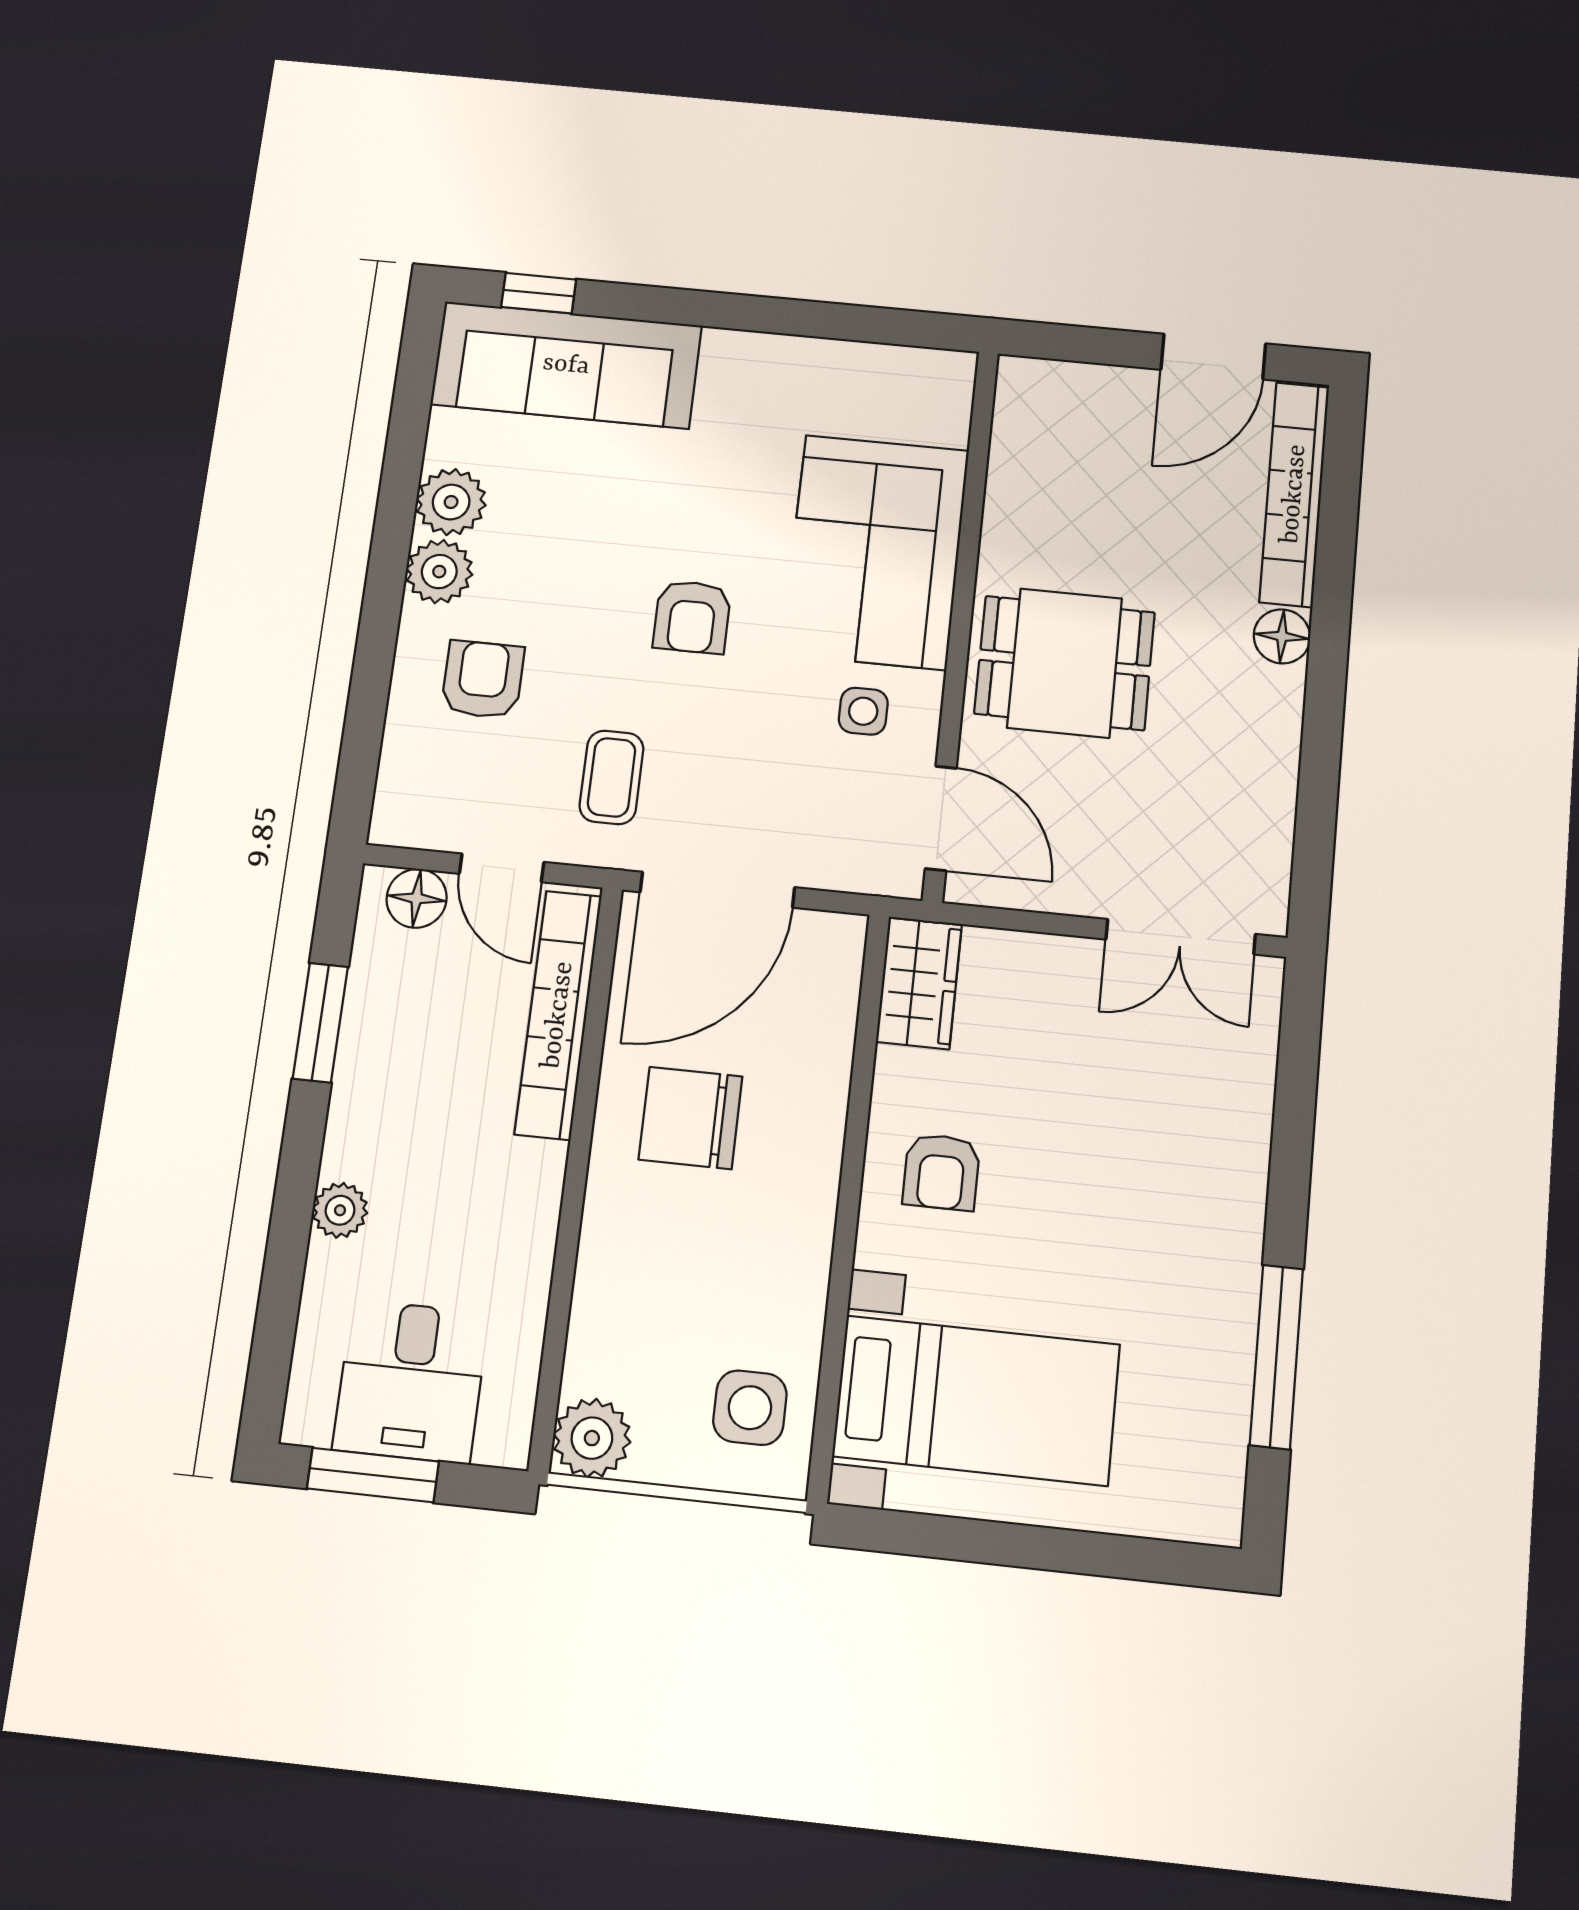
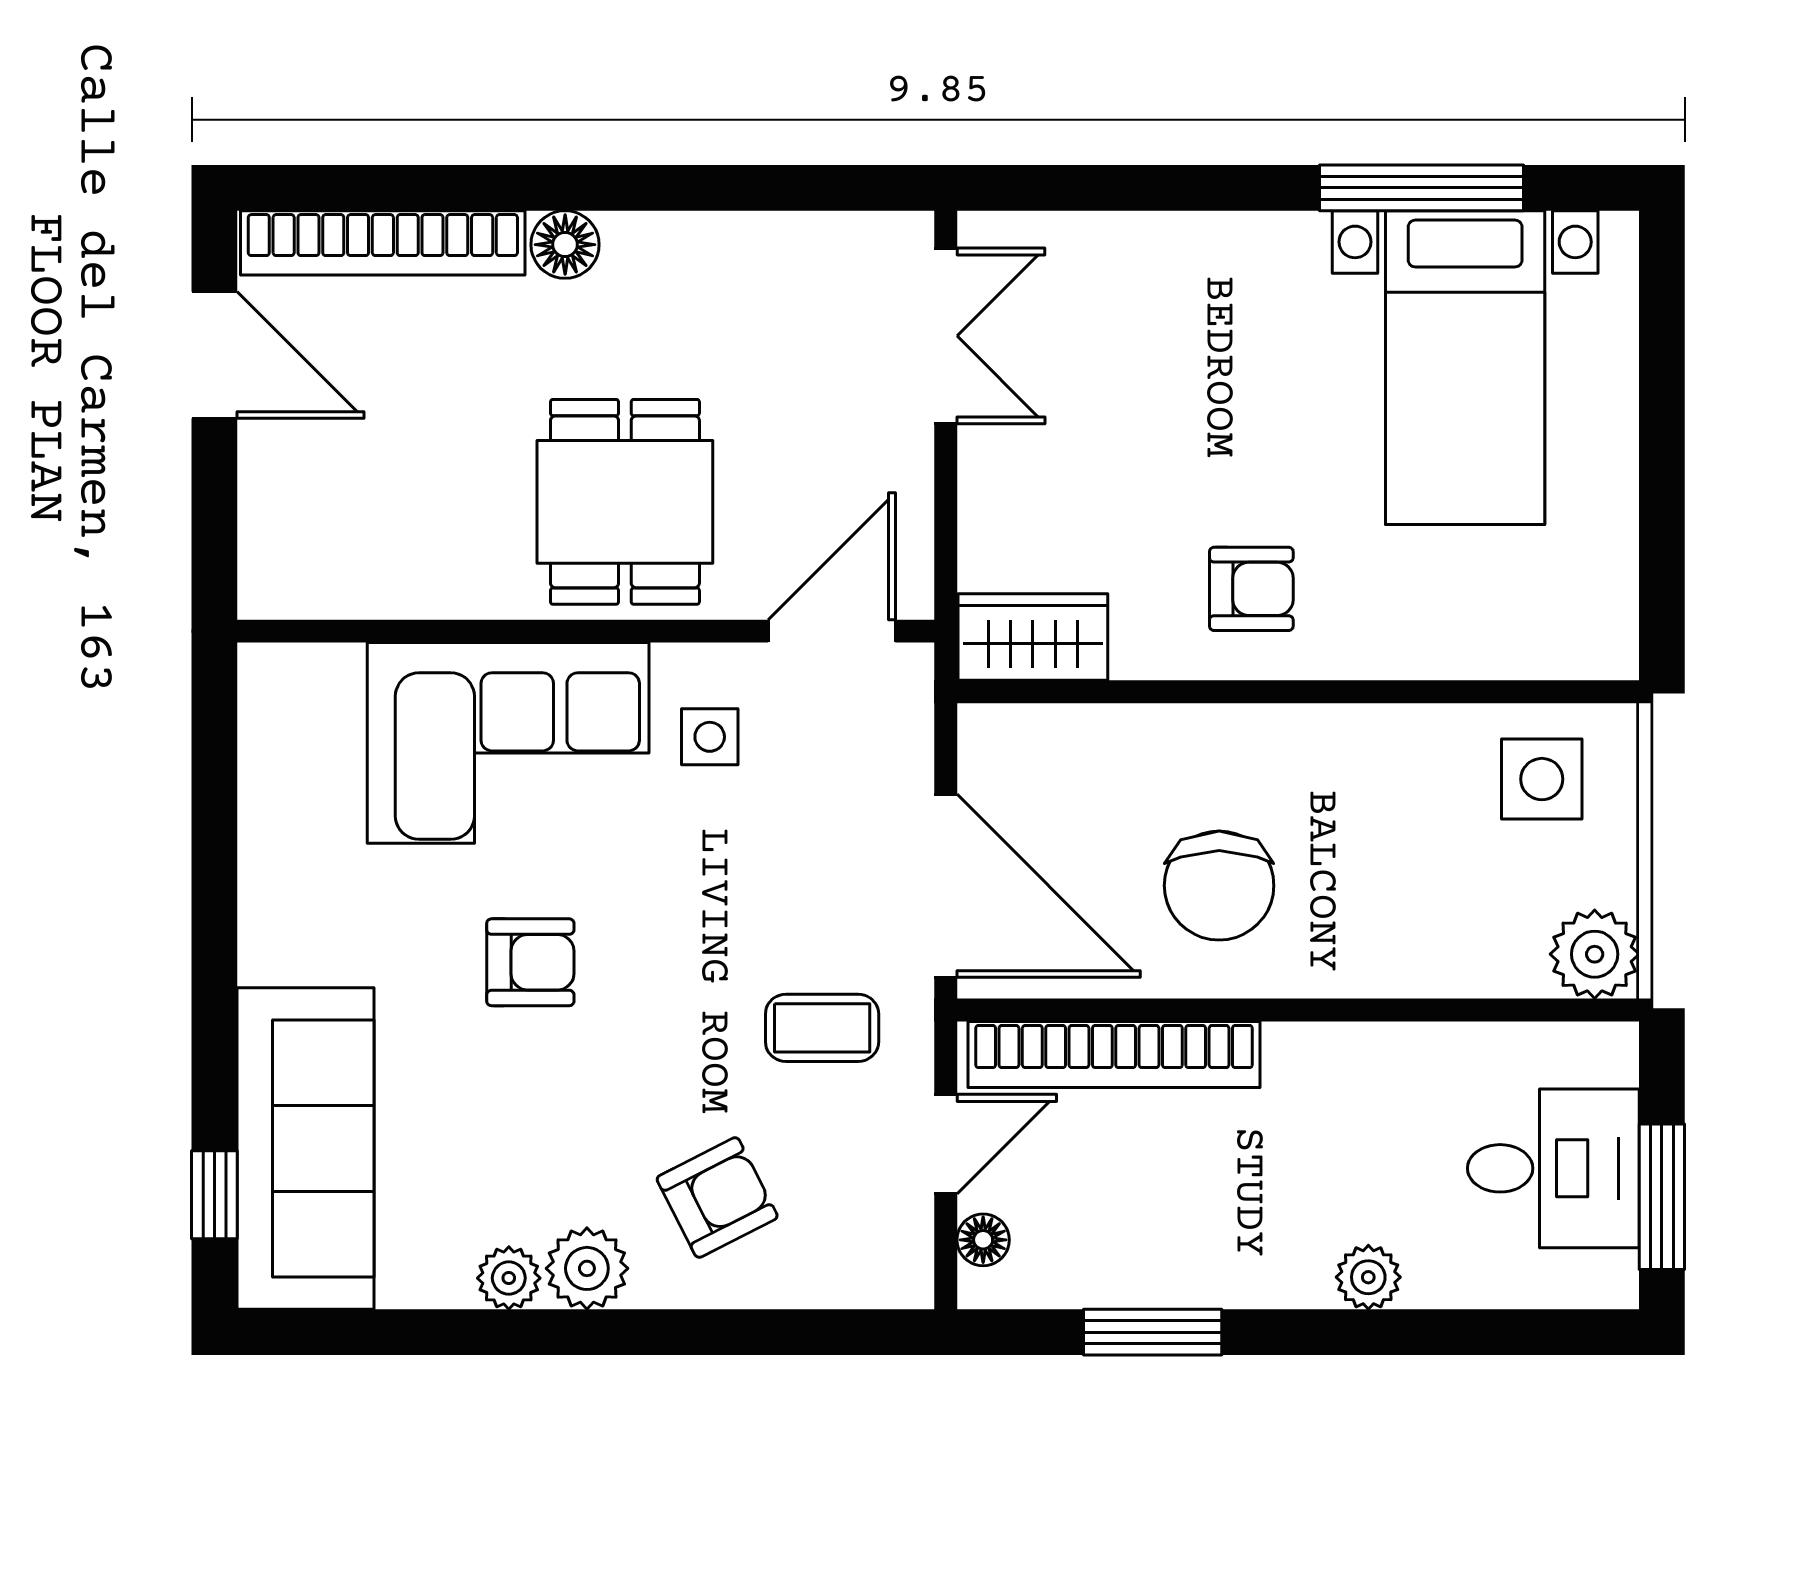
plant: (451, 502) -> (509, 1278), width x0.73, depth x0.73
armchair: (692, 617) -> (530, 962), moved
armchair: (483, 680) -> (717, 1198), turned 153
floor lamp: (417, 898) -> (983, 1240), width x0.73, depth x0.73
bed with nightstands: (976, 1400) -> (1465, 368), moved, turned 180

